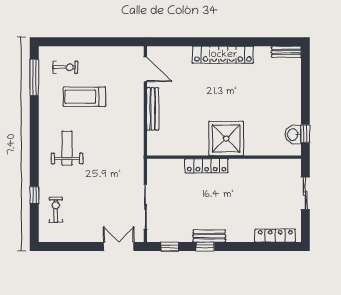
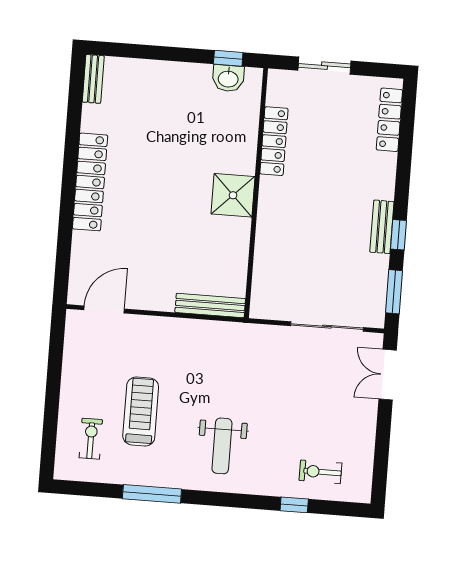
window: (34, 77) -> (152, 494), moved
treadmill: (84, 97) -> (141, 411), turned 180
bench: (153, 109) -> (210, 306), moved
shower: (226, 138) -> (233, 195), width x0.73, depth x0.73
weight bench: (67, 148) -> (222, 446), turned -90
locker: (207, 166) -> (274, 141), moved
window: (170, 247) -> (394, 292), width x1.50

